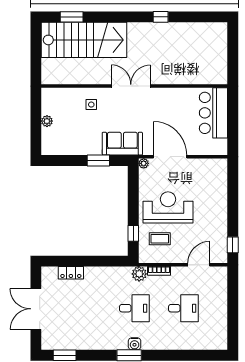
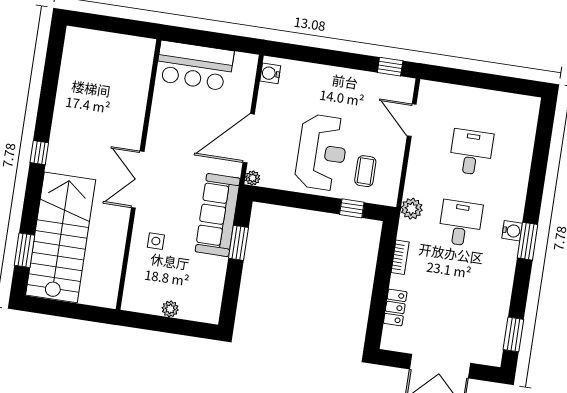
window: (161, 17) -> (39, 153), moved
sofa: (122, 144) -> (218, 215), width x1.36
water cooler: (216, 165) -> (270, 73), added
reception desk: (168, 207) -> (322, 152), turned 180
bookcase: (159, 271) -> (400, 257), moved

